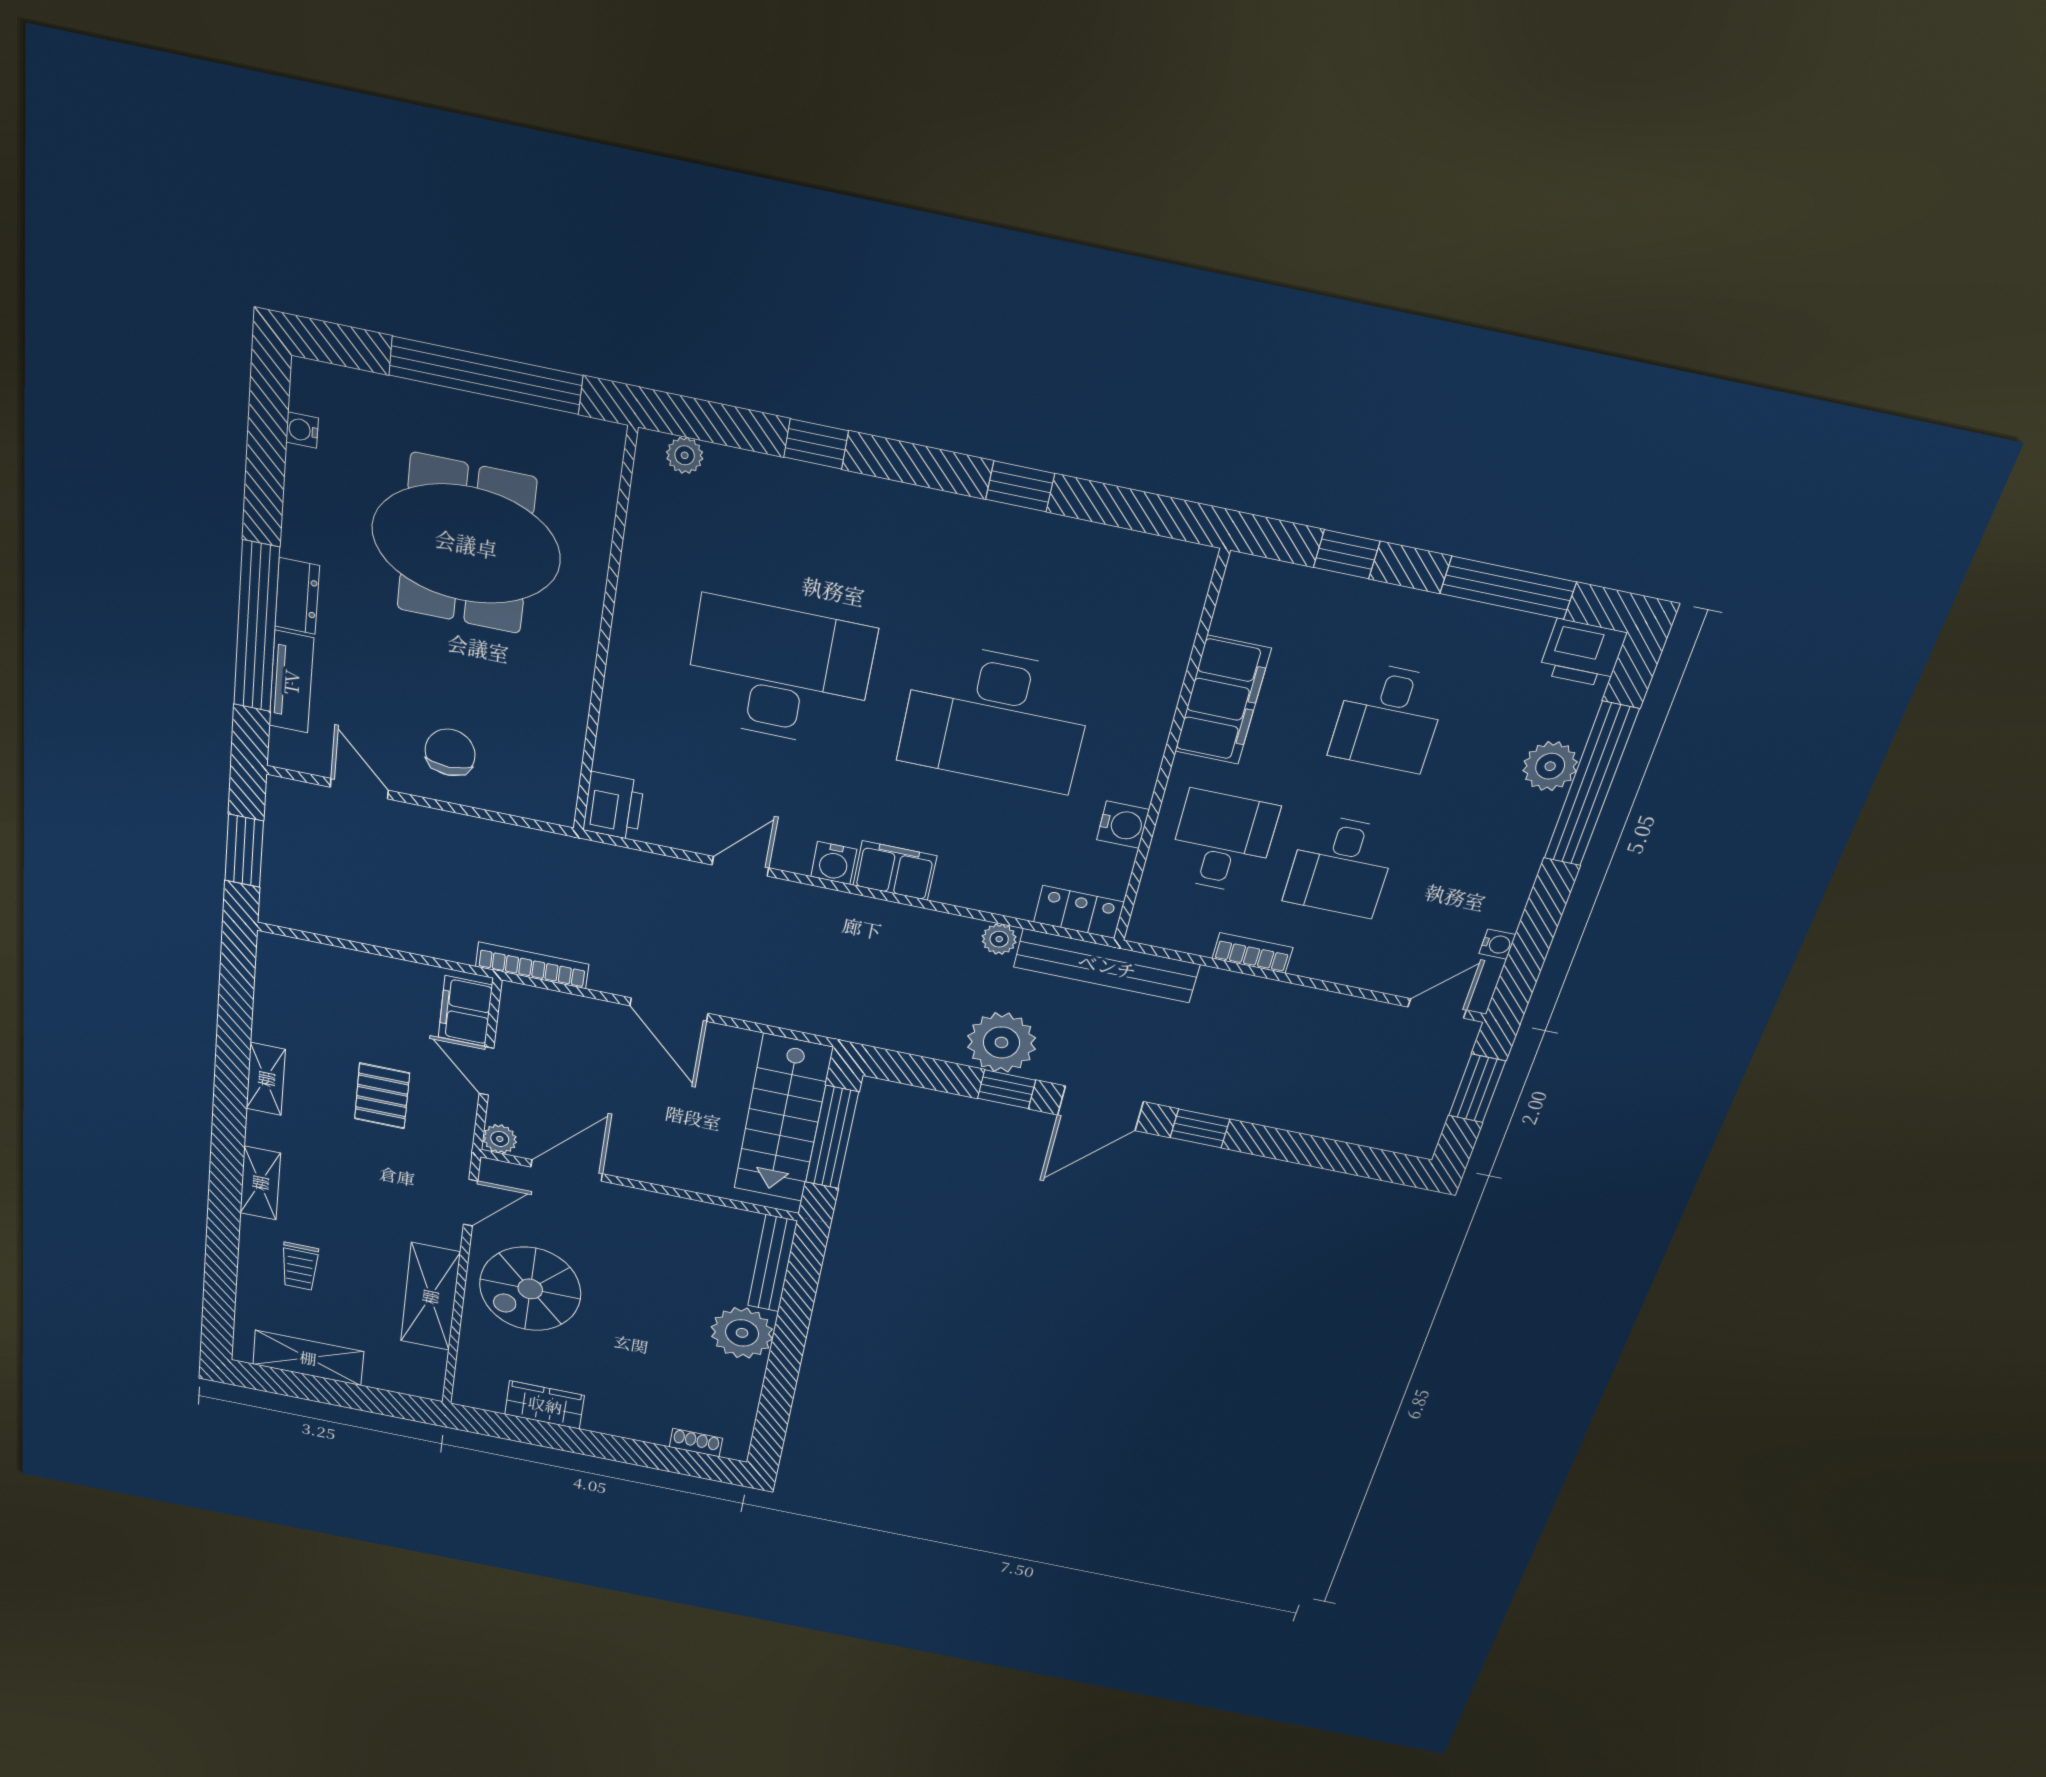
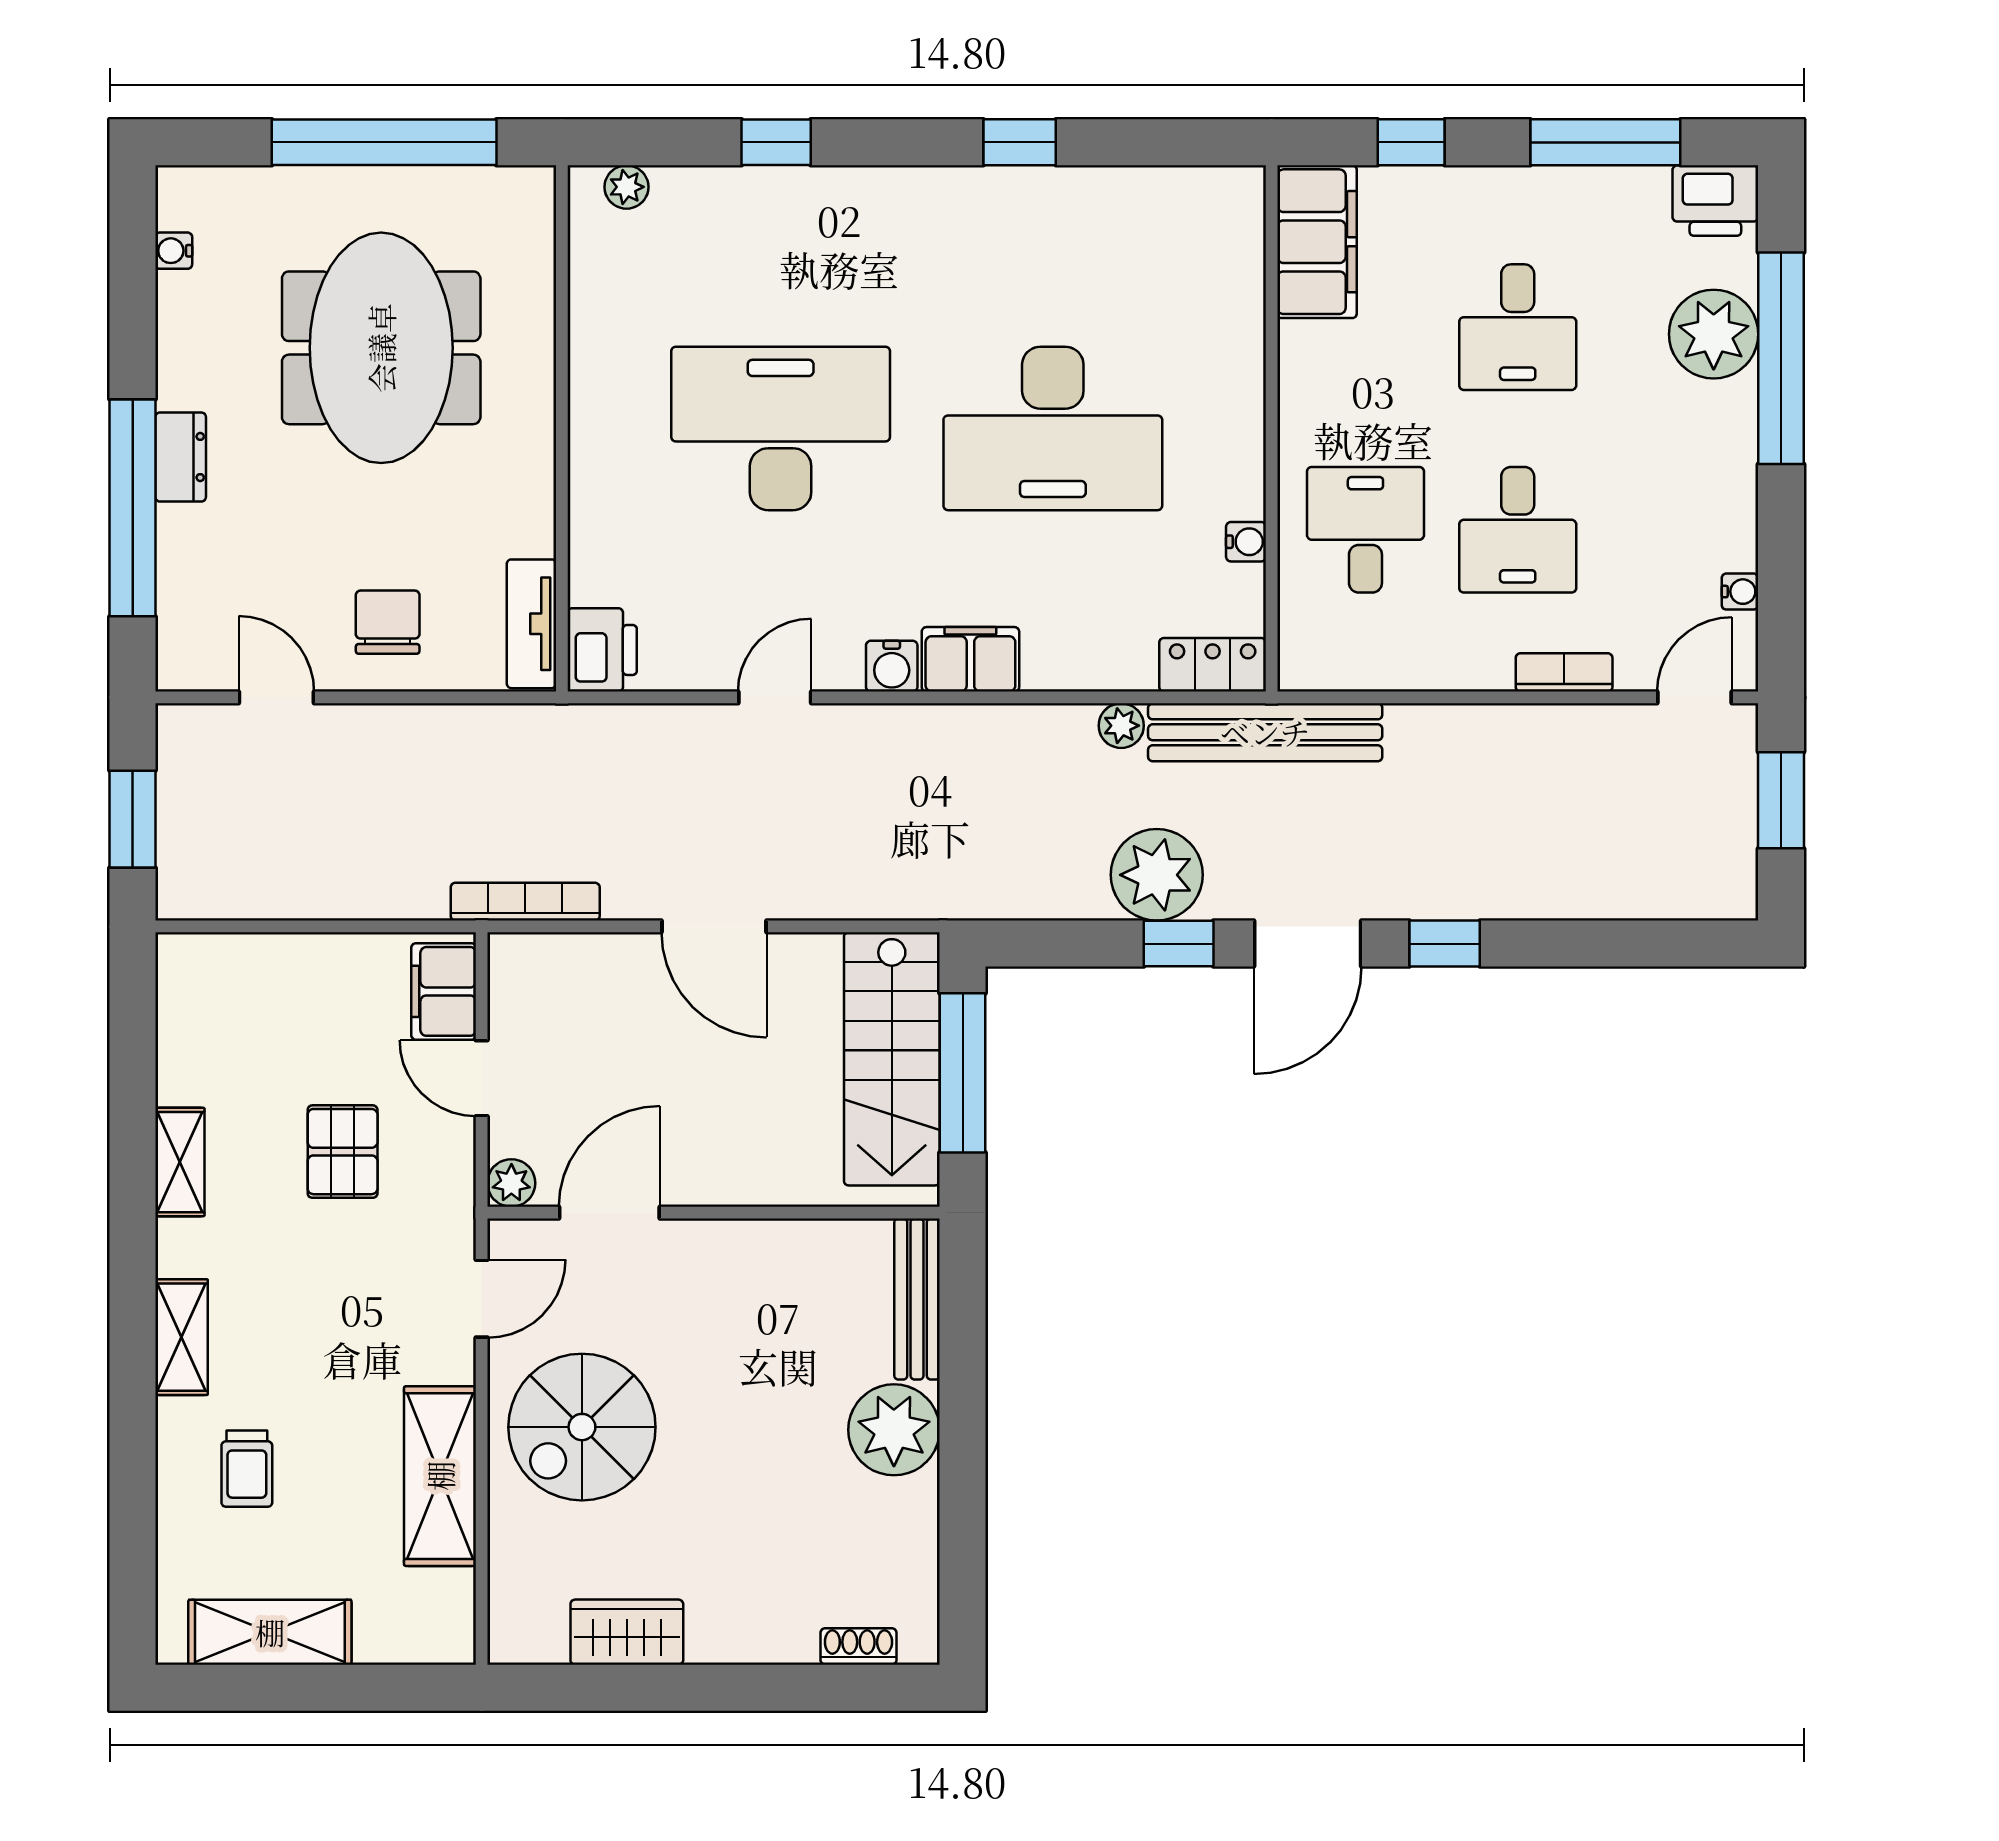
meeting table: (466, 544) -> (381, 348), turned 90
tv unit: (291, 682) -> (531, 624), moved, turned 180
filing cabinet: (1223, 700) -> (1317, 242), moved
plant: (1550, 766) -> (1714, 334), width x1.36, depth x1.36
water cooler: (1123, 825) -> (1246, 542), width x0.72, depth x0.72
bookcase: (1252, 953) -> (1564, 672), moved

